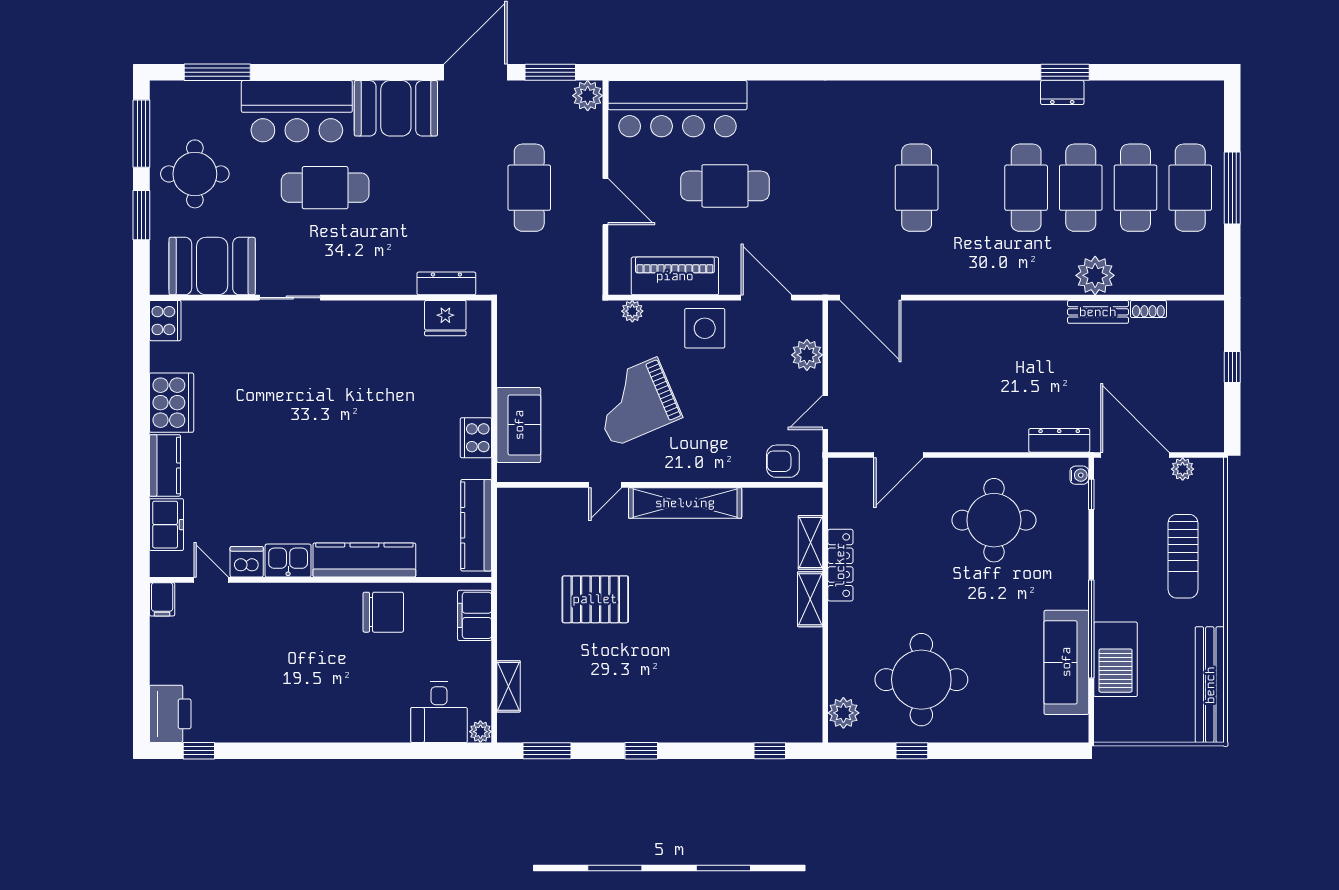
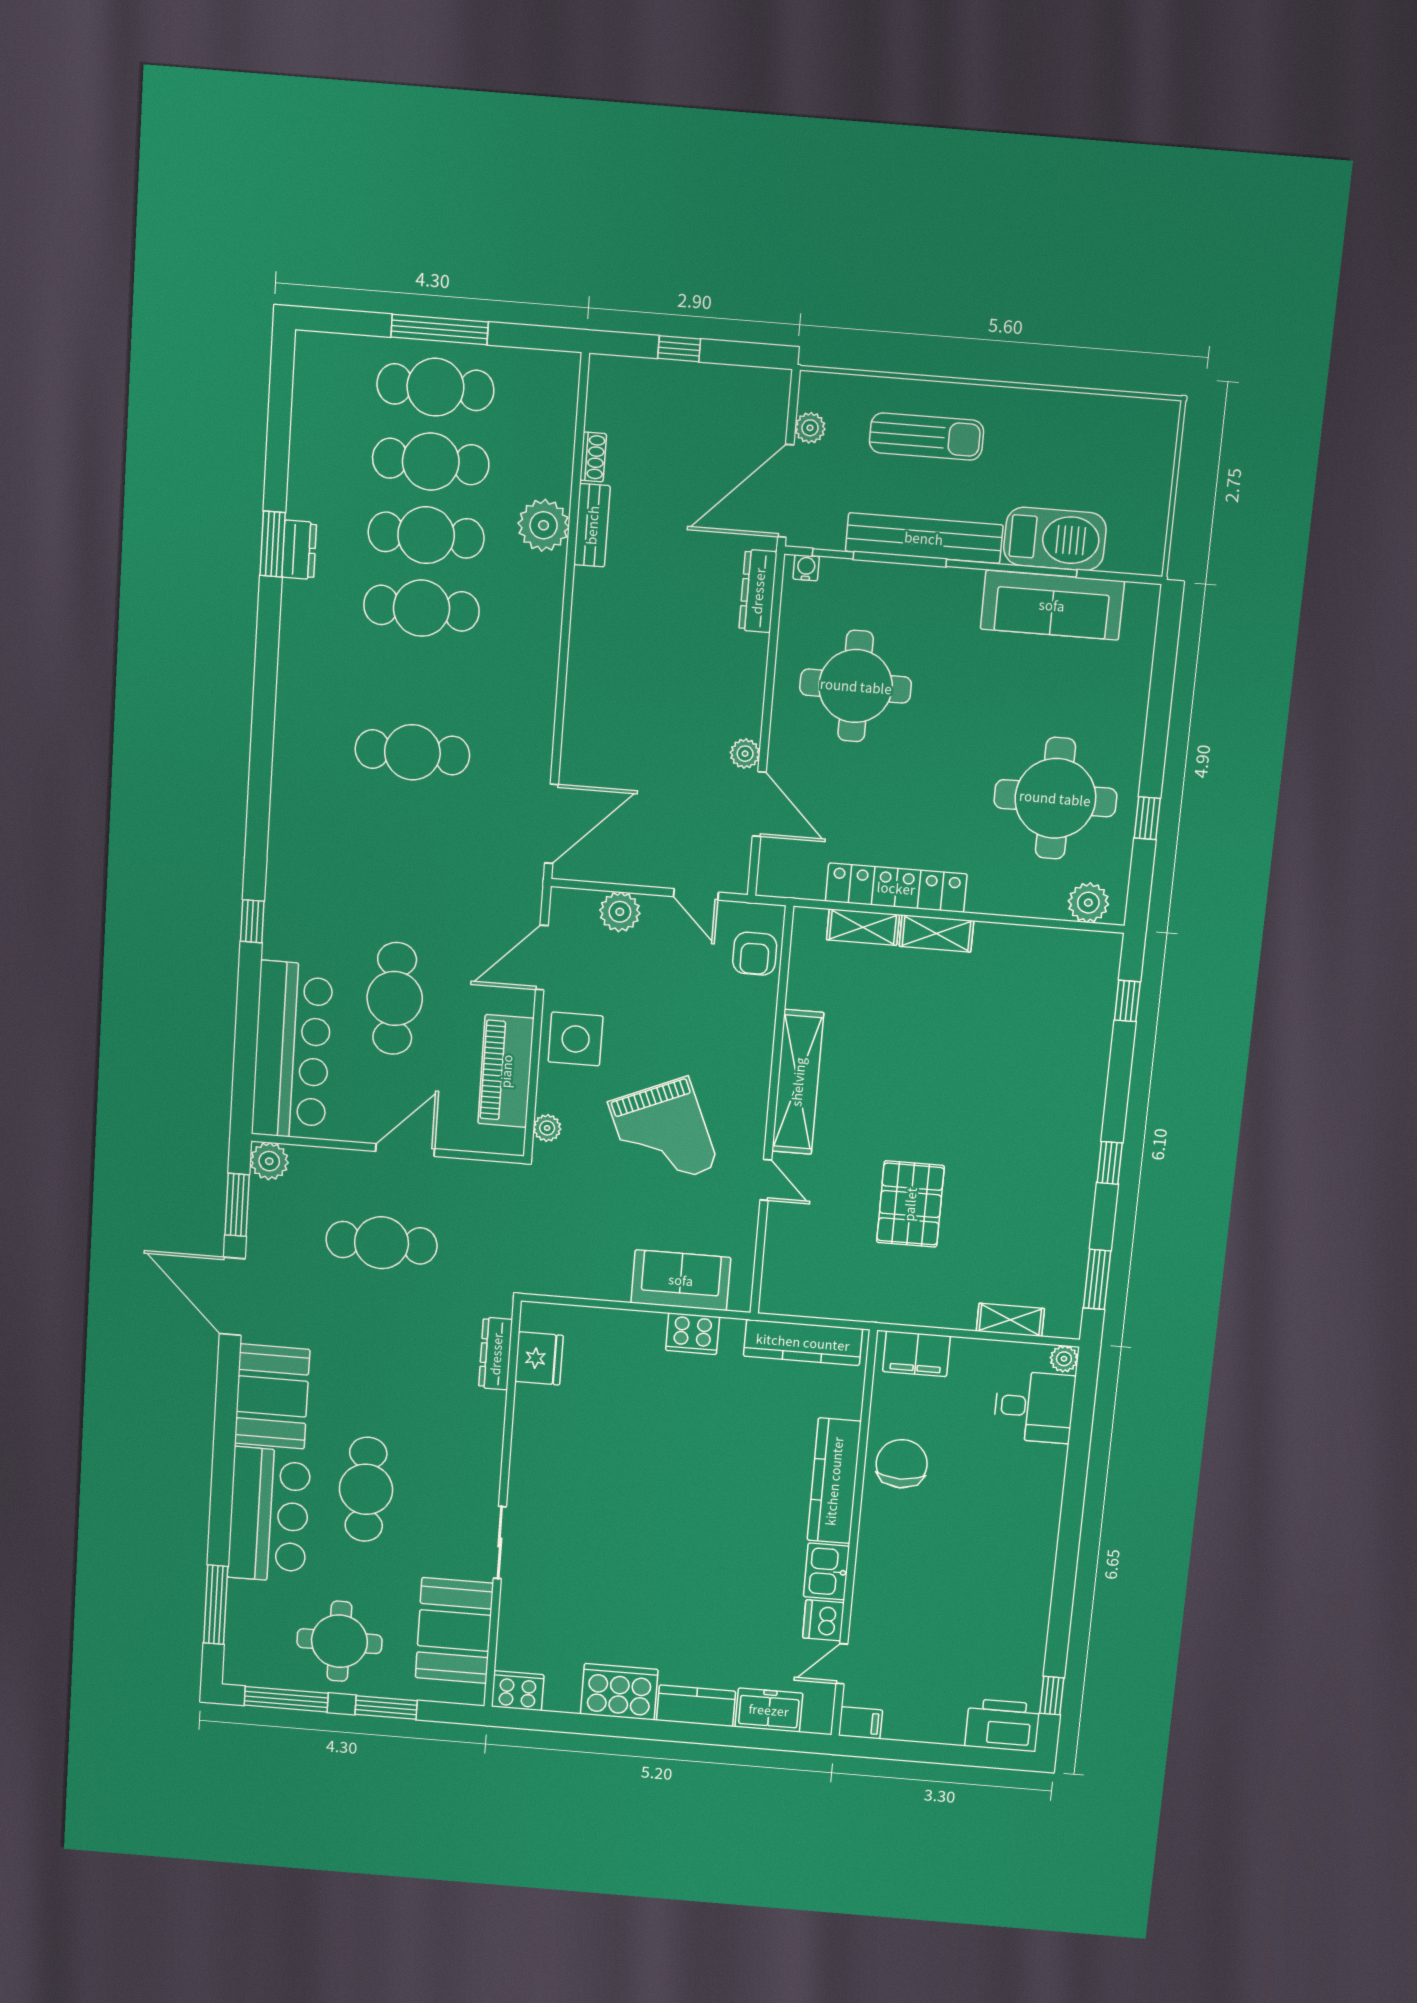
window: (776, 72) -> (252, 921), added
plant: (936, 441) -> (745, 754), added
locker: (840, 565) -> (896, 888), width x1.41, depth x1.21
bench: (1210, 685) -> (924, 538), moved

